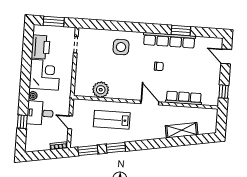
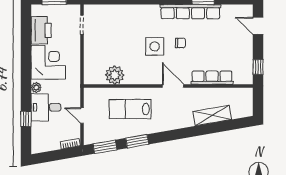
side table: (121, 47) -> (155, 46), moved

